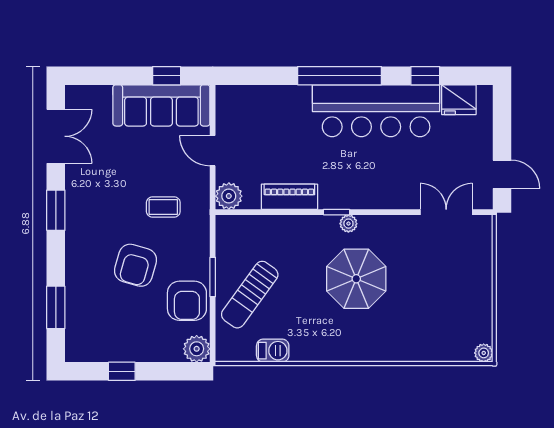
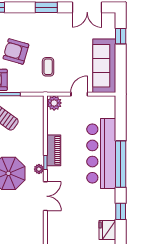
window: (167, 76) -> (121, 36), moved
bar counter: (376, 111) -> (101, 153), moved
piano: (289, 197) -> (54, 150), moved
double door: (446, 212) -> (45, 196), moved

